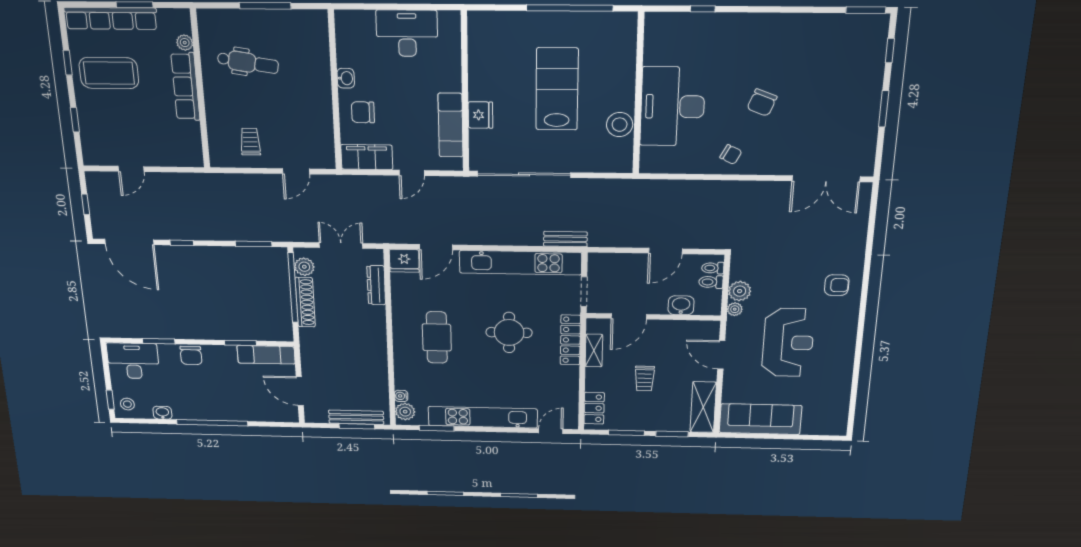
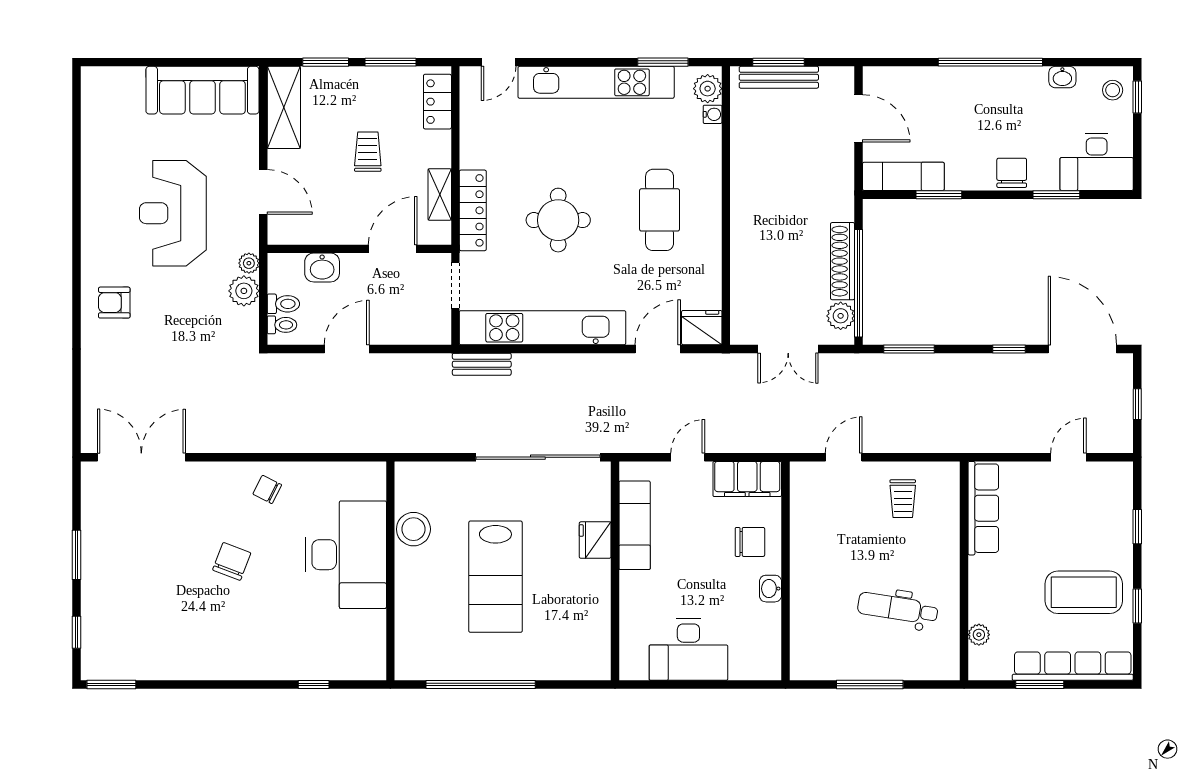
row of seats: (185, 86) -> (983, 508), moved
dresser: (376, 285) -> (742, 290), removed

